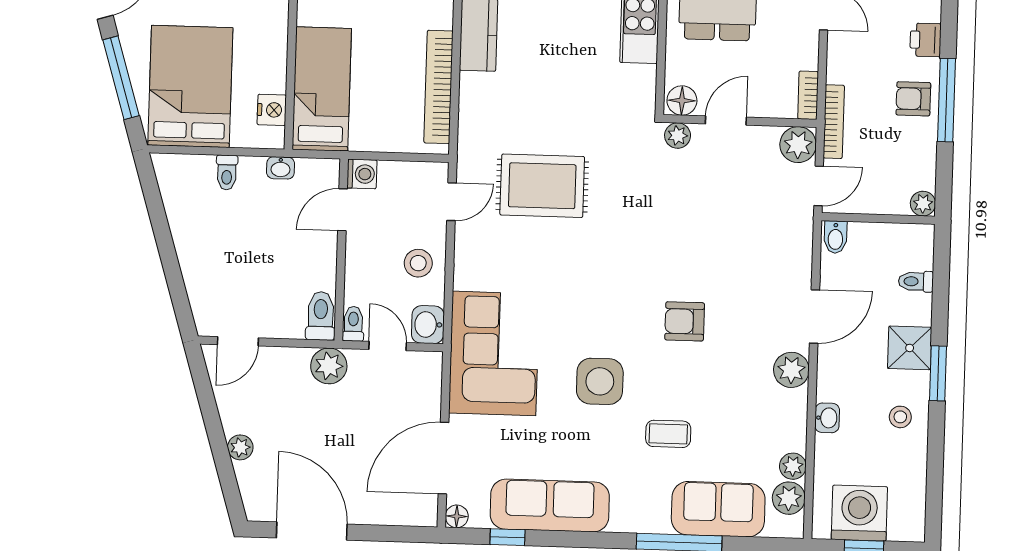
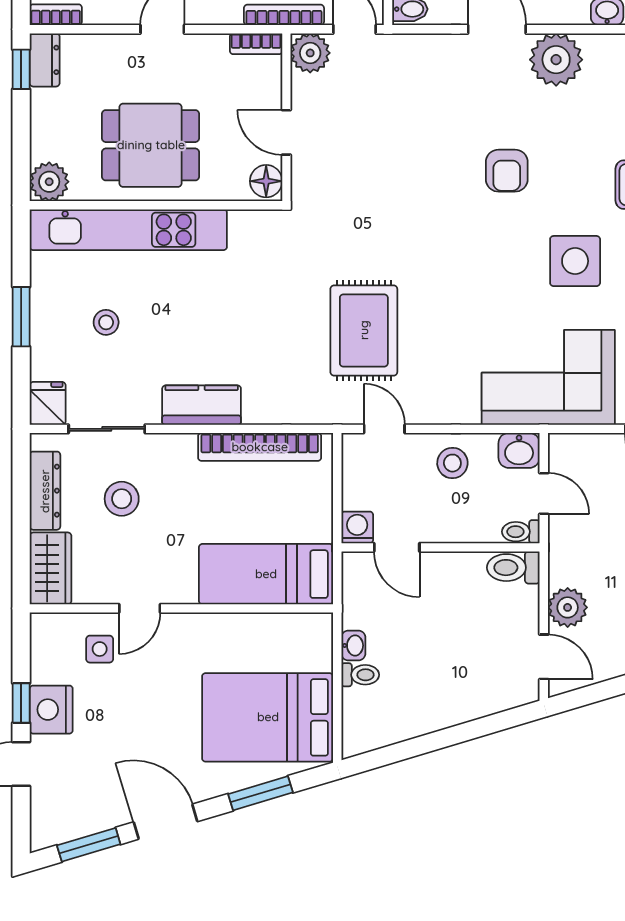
window: (121, 78) -> (260, 793), width x0.69
nightstand: (272, 110) -> (290, 628), removed
plant: (678, 136) -> (304, 185), removed
washbasin: (281, 168) -> (353, 645), moved
door: (388, 346) -> (544, 493), swing flipped
plant: (329, 366) -> (568, 607), moved
plant: (791, 370) -> (556, 60), width x1.36, depth x1.36

